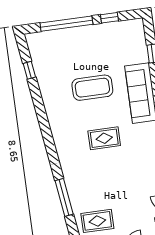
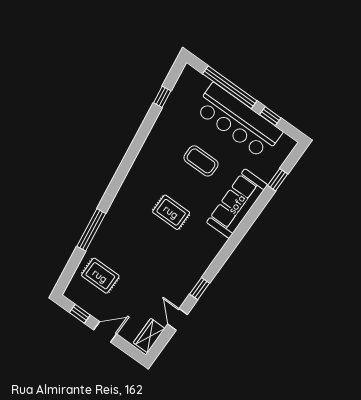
bar counter: (92, 40) -> (238, 121), added
coffee table: (92, 88) -> (201, 161), width x0.73, depth x0.76

